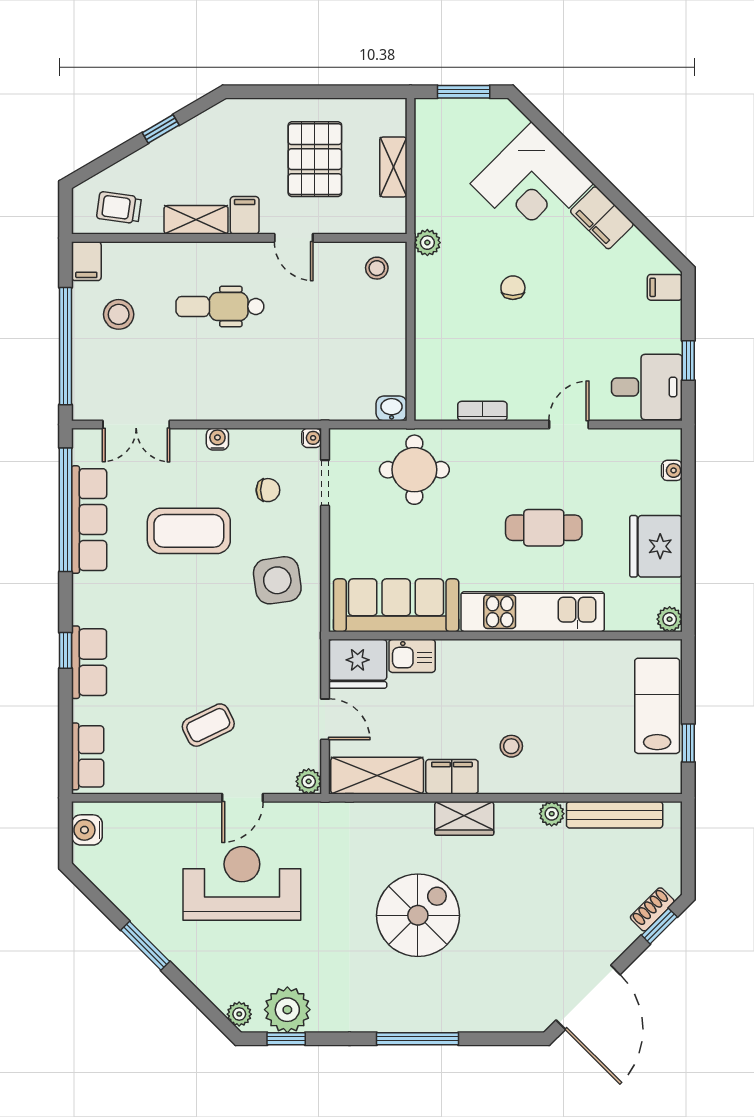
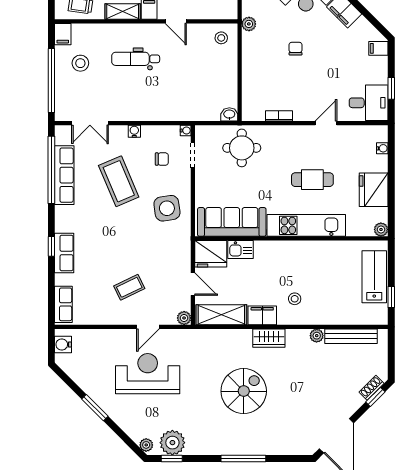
coffee table: (189, 531) -> (119, 181), turned 67

